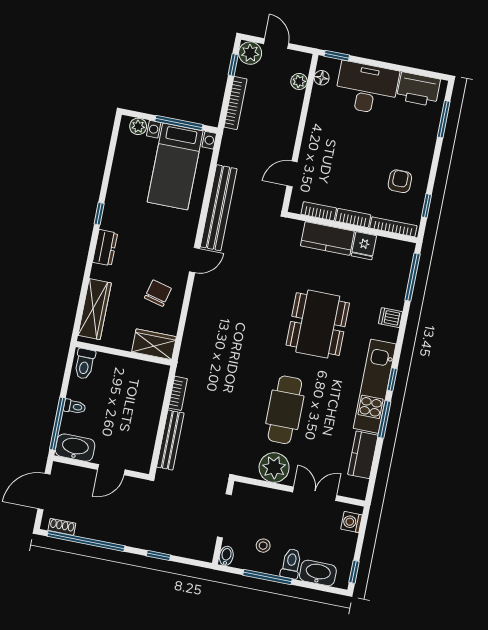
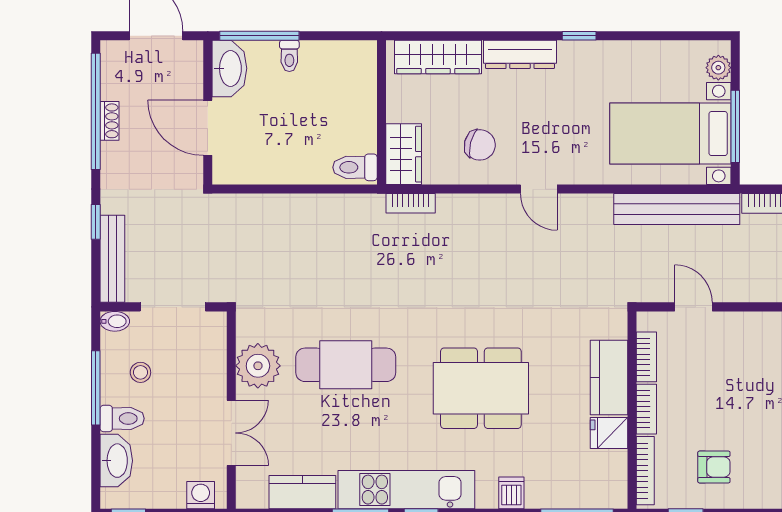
bench: (219, 208) -> (677, 209), moved
dresser: (105, 248) -> (520, 54), width x1.44
toilet: (85, 364) -> (355, 167), moved
bookcase: (178, 393) -> (411, 203), moved
bench: (170, 440) -> (112, 259), moved, turned 90
door: (111, 470) -> (208, 128), width x1.38
shoe rack: (62, 527) -> (110, 121), moved

